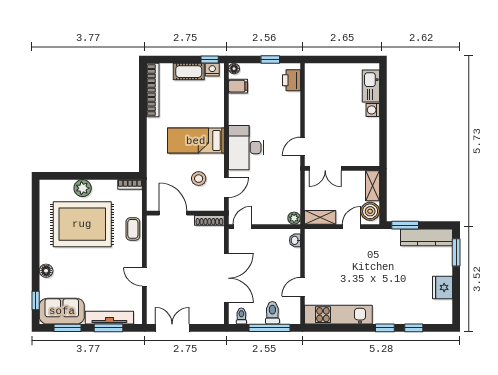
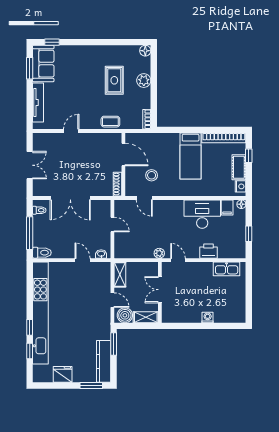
window: (210, 60) -> (249, 156), moved
printer: (291, 80) -> (208, 251), moved
kitchen sink: (371, 86) -> (227, 269), moved, turned 180
bed: (196, 141) -> (191, 156), moved, turned 180
desk: (246, 148) -> (202, 214), moved
double door: (325, 168) -> (160, 290), moved
door: (173, 213) -> (123, 154), hinge flipped
plant: (294, 218) -> (159, 253), moved
rug: (82, 224) -> (114, 80), width x0.54, depth x0.49
door: (242, 227) -> (112, 225), moved
floor lamp: (46, 271) -> (145, 51), moved
door: (302, 287) -> (83, 260), moved
toilet: (272, 313) -> (42, 253), moved
kitchen unit: (338, 315) -> (40, 313), width x1.86
window: (109, 328) -> (30, 102), removed
double door: (172, 328) -> (30, 165), moved

